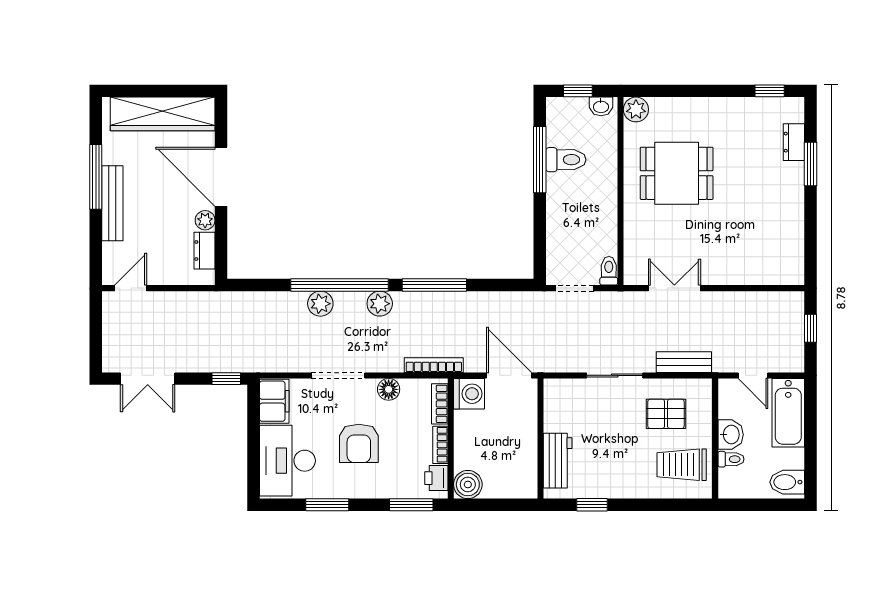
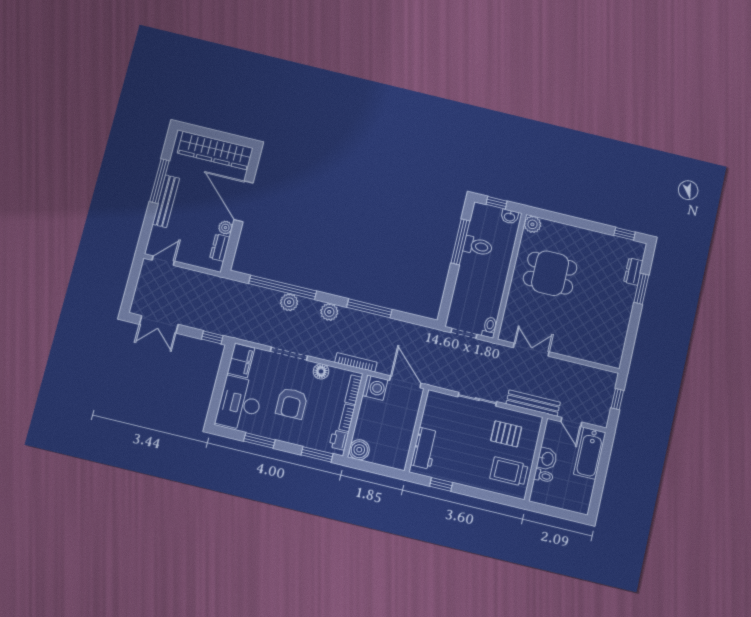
window: (340, 285) -> (283, 287), moved
bench: (684, 362) -> (533, 403), width x1.36
bidet: (787, 482) -> (578, 501), removed

